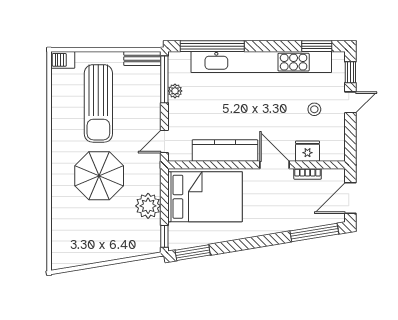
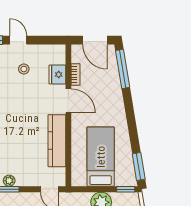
door: (275, 165) -> (68, 101), swing flipped
bed: (205, 197) -> (101, 157), width x0.67

